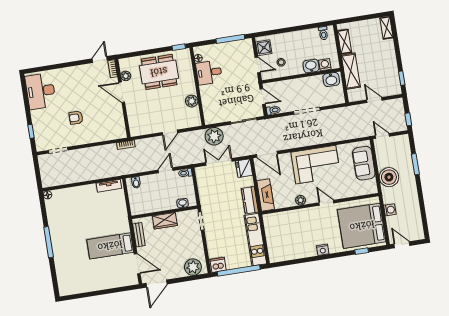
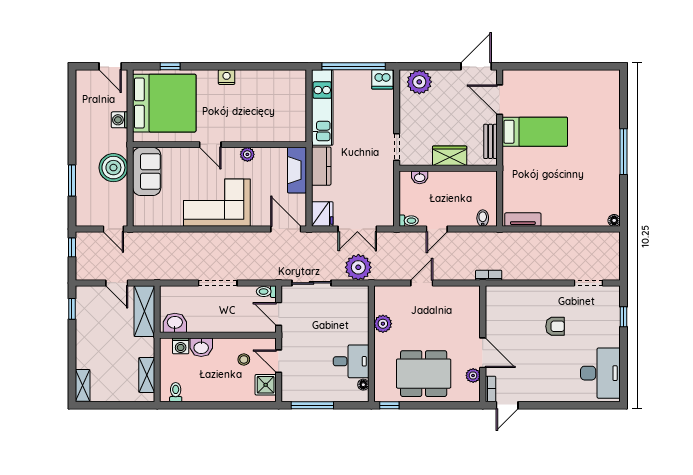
shelving: (351, 71) -> (144, 311), moved
sofa: (364, 163) -> (147, 171), moved

